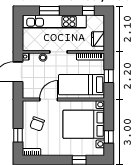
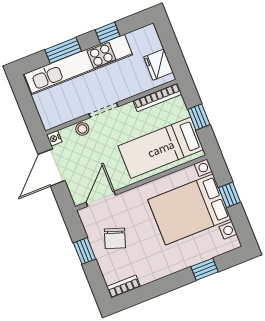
window: (88, 11) -> (108, 33), moved
door: (49, 99) -> (101, 199), moved
window: (18, 135) -> (85, 251), moved
window: (109, 137) -> (230, 195), moved

